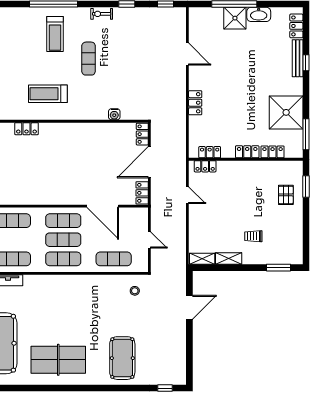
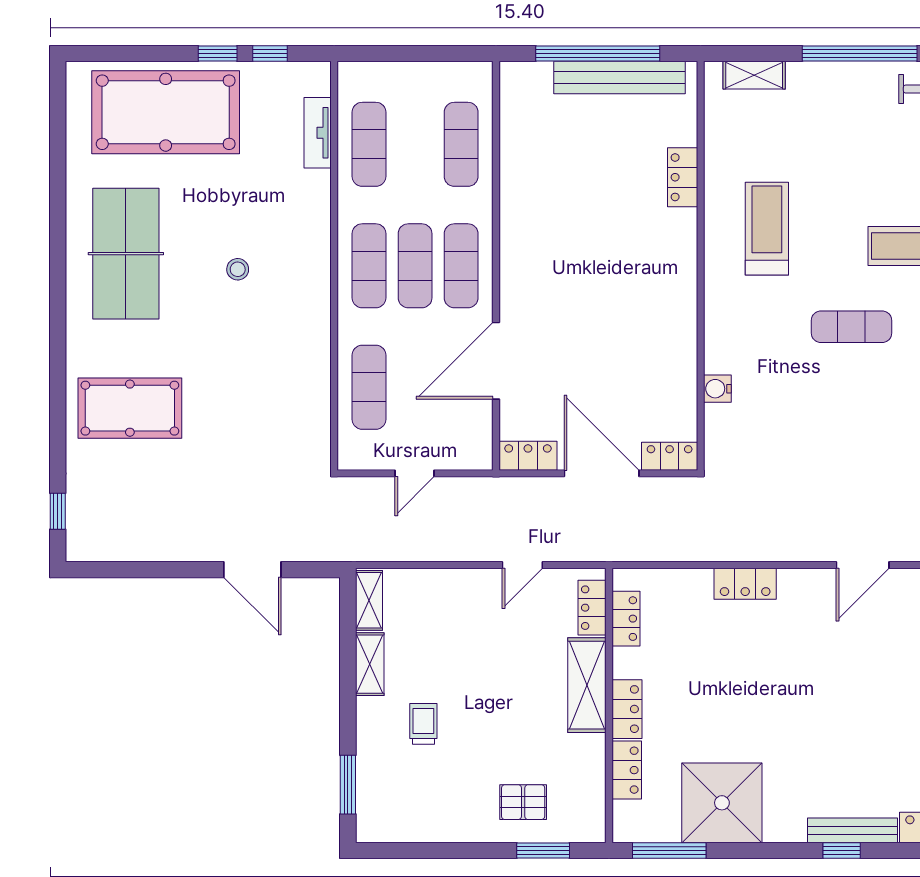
shelving: (237, 168) -> (587, 685), added
stool: (135, 291) -> (238, 269), moved

